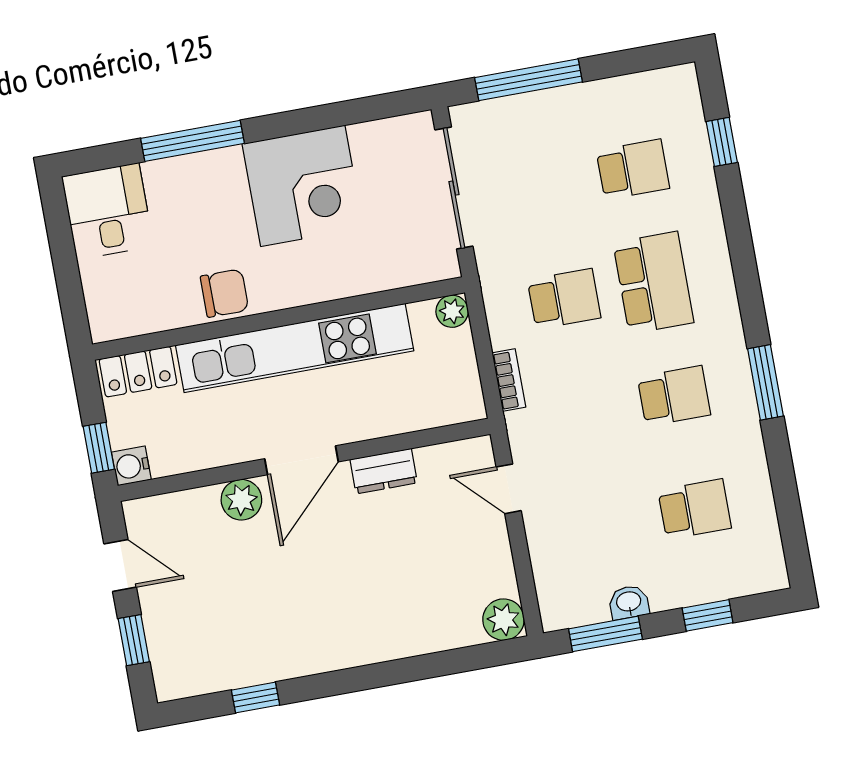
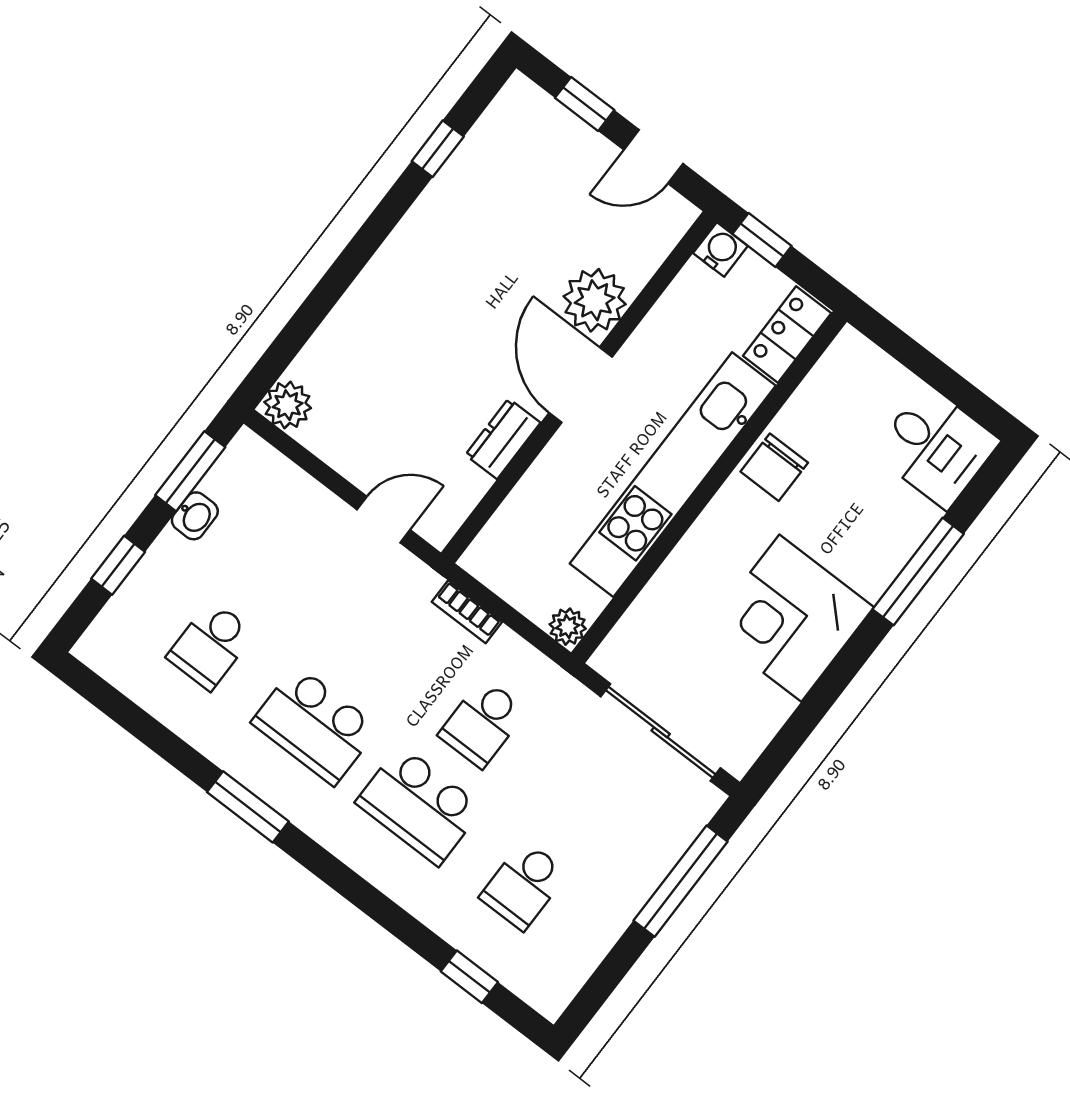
school desk: (674, 396) -> (315, 725), width x1.85
plant: (241, 500) -> (595, 300), width x1.36, depth x1.36

